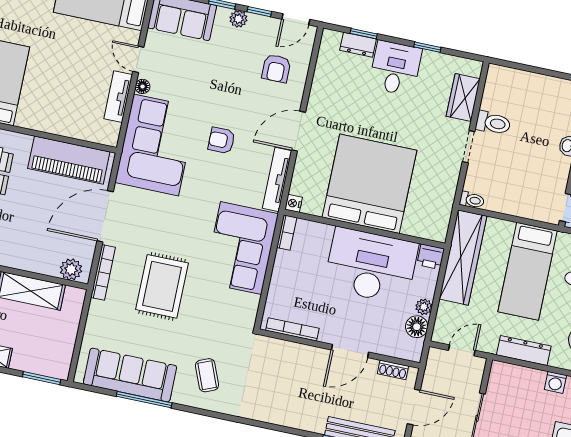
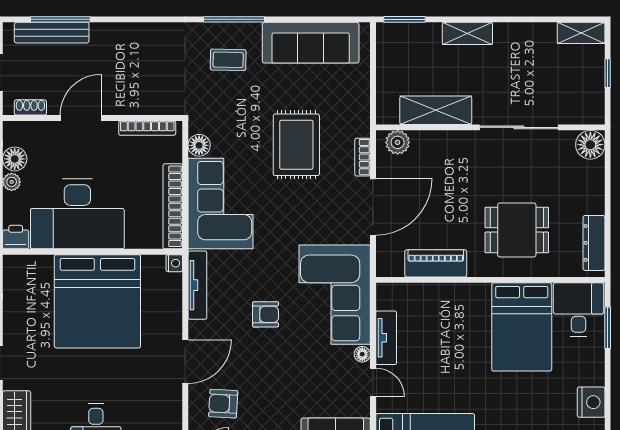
armchair: (276, 68) -> (223, 404), turned -87
door: (299, 131) -> (185, 362), moved
piano: (69, 160) -> (436, 263), width x0.73, depth x0.75
bookcase: (287, 232) -> (173, 206), width x2.31, depth x1.31
bookcase: (103, 272) -> (363, 157), width x0.64
floor lamp: (249, 304) -> (199, 145), added
coffee table: (207, 375) -> (228, 60), turned -67
window: (144, 400) -> (234, 19), moved

